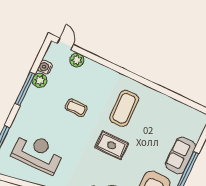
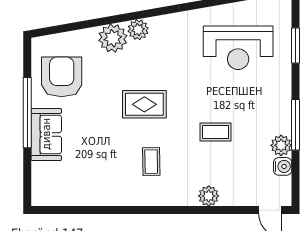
plant: (77, 60) -> (209, 196), moved
coffee table: (124, 108) -> (151, 162), width x0.54, depth x0.58

